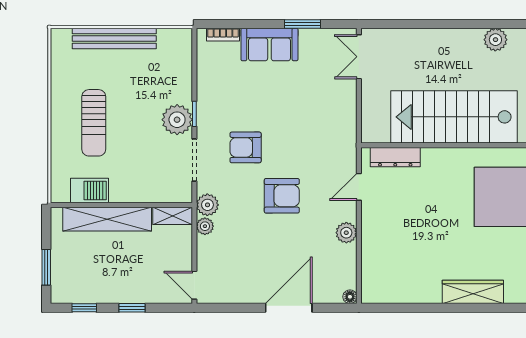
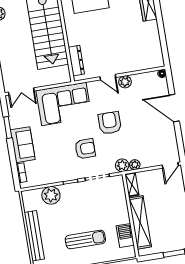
plant: (177, 120) -> (51, 195), moved
corner sofa: (326, 124) -> (64, 104), added
armchair: (246, 147) -> (85, 149), turned -90
door: (359, 187) -> (108, 77), moved

